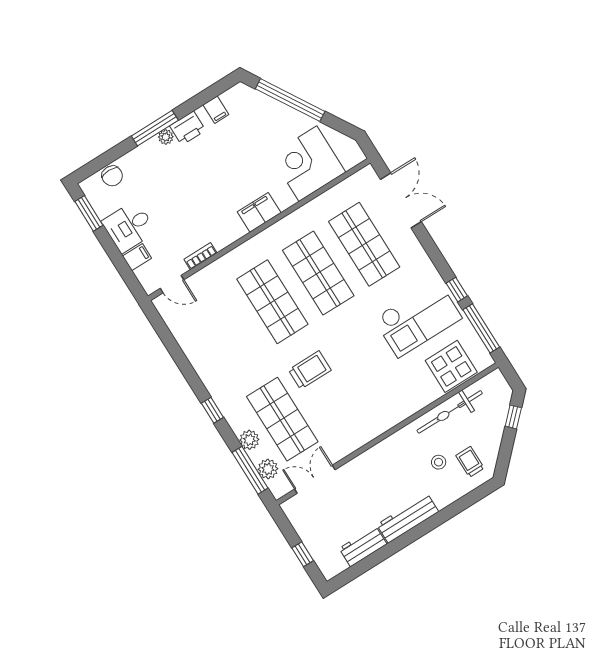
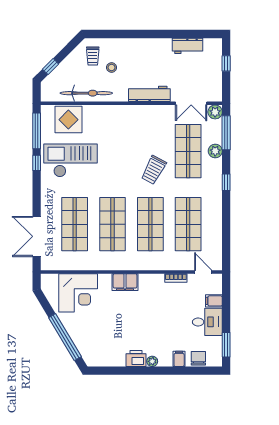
filing cabinet: (216, 110) -> (179, 359), moved
window: (155, 128) -> (155, 371), removed
shop shelf: (227, 330) -> (188, 224), added
trolley: (310, 370) -> (154, 170), turned -62
plant: (268, 469) -> (215, 112), moved
workbench: (408, 518) -> (149, 94), moved, turned 180

